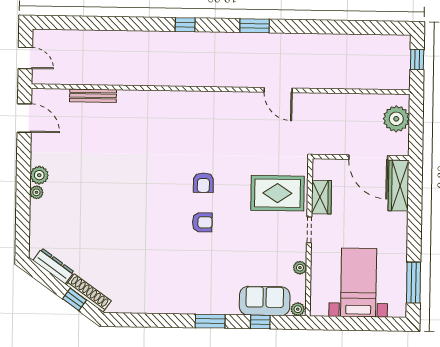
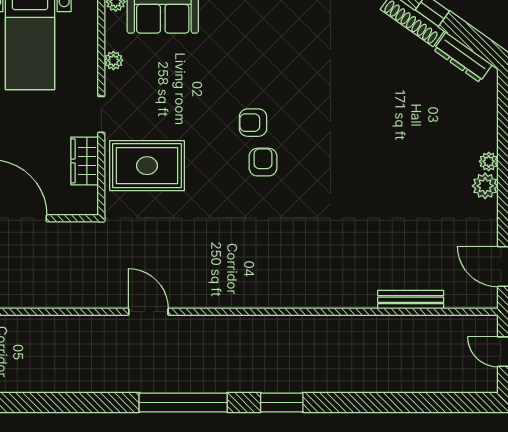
window: (185, 25) -> (282, 402), width x1.50
window: (255, 26) -> (183, 402), width x2.11
armchair: (203, 183) -> (263, 162), moved

